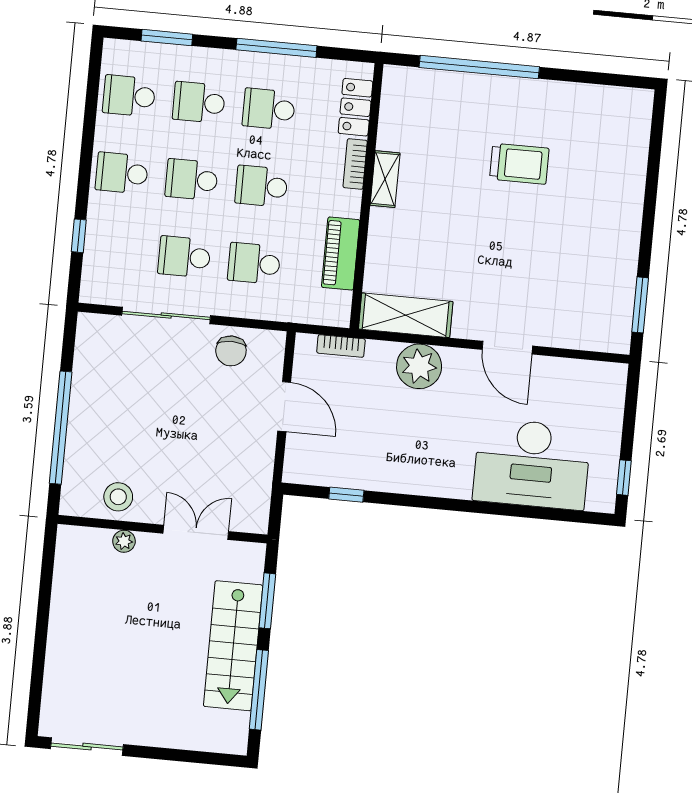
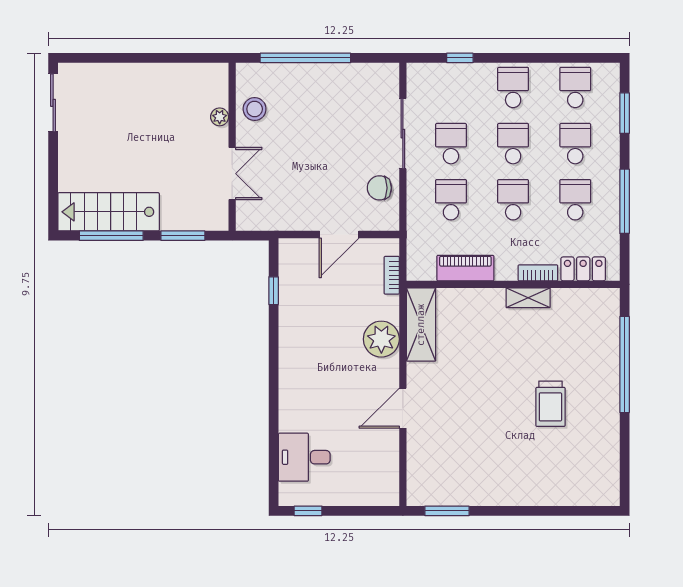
desk: (532, 464) -> (304, 457), width x0.53, depth x0.77
stairs: (233, 646) -> (109, 212), moved

